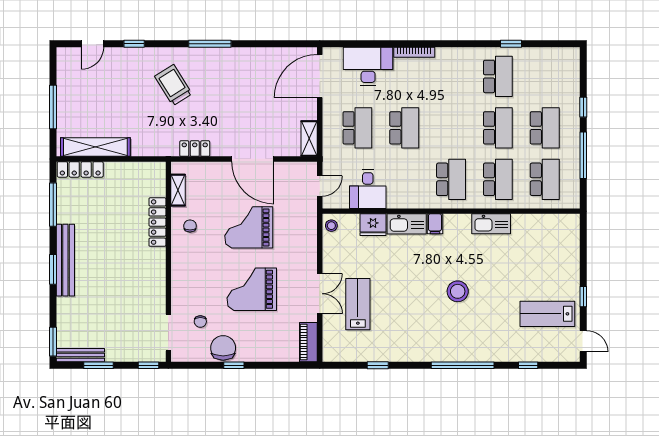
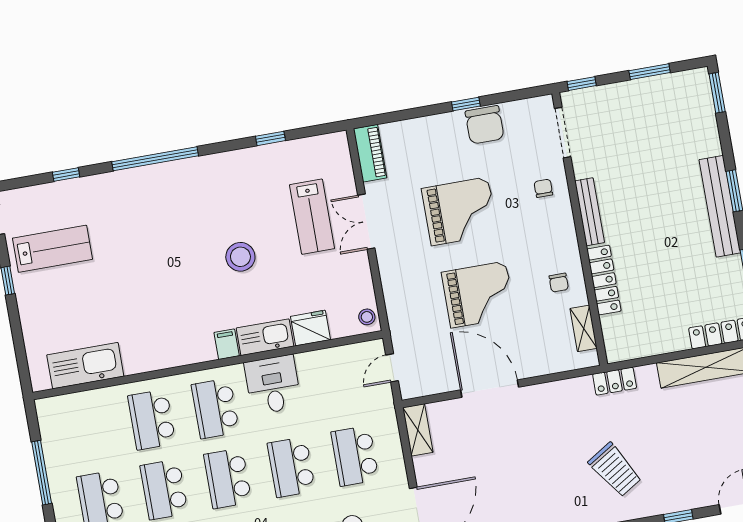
locker: (195, 149) -> (615, 381), moved
school desk: (545, 179) -> (228, 478), moved
desk: (368, 189) -> (273, 385), moved
kitchen sink: (491, 224) -> (85, 366), moved, width x1.36, depth x1.24
stool: (458, 291) -> (240, 257), moved
chair: (200, 322) -> (543, 188), moved
bench: (80, 355) -> (590, 212), moved, turned 90

